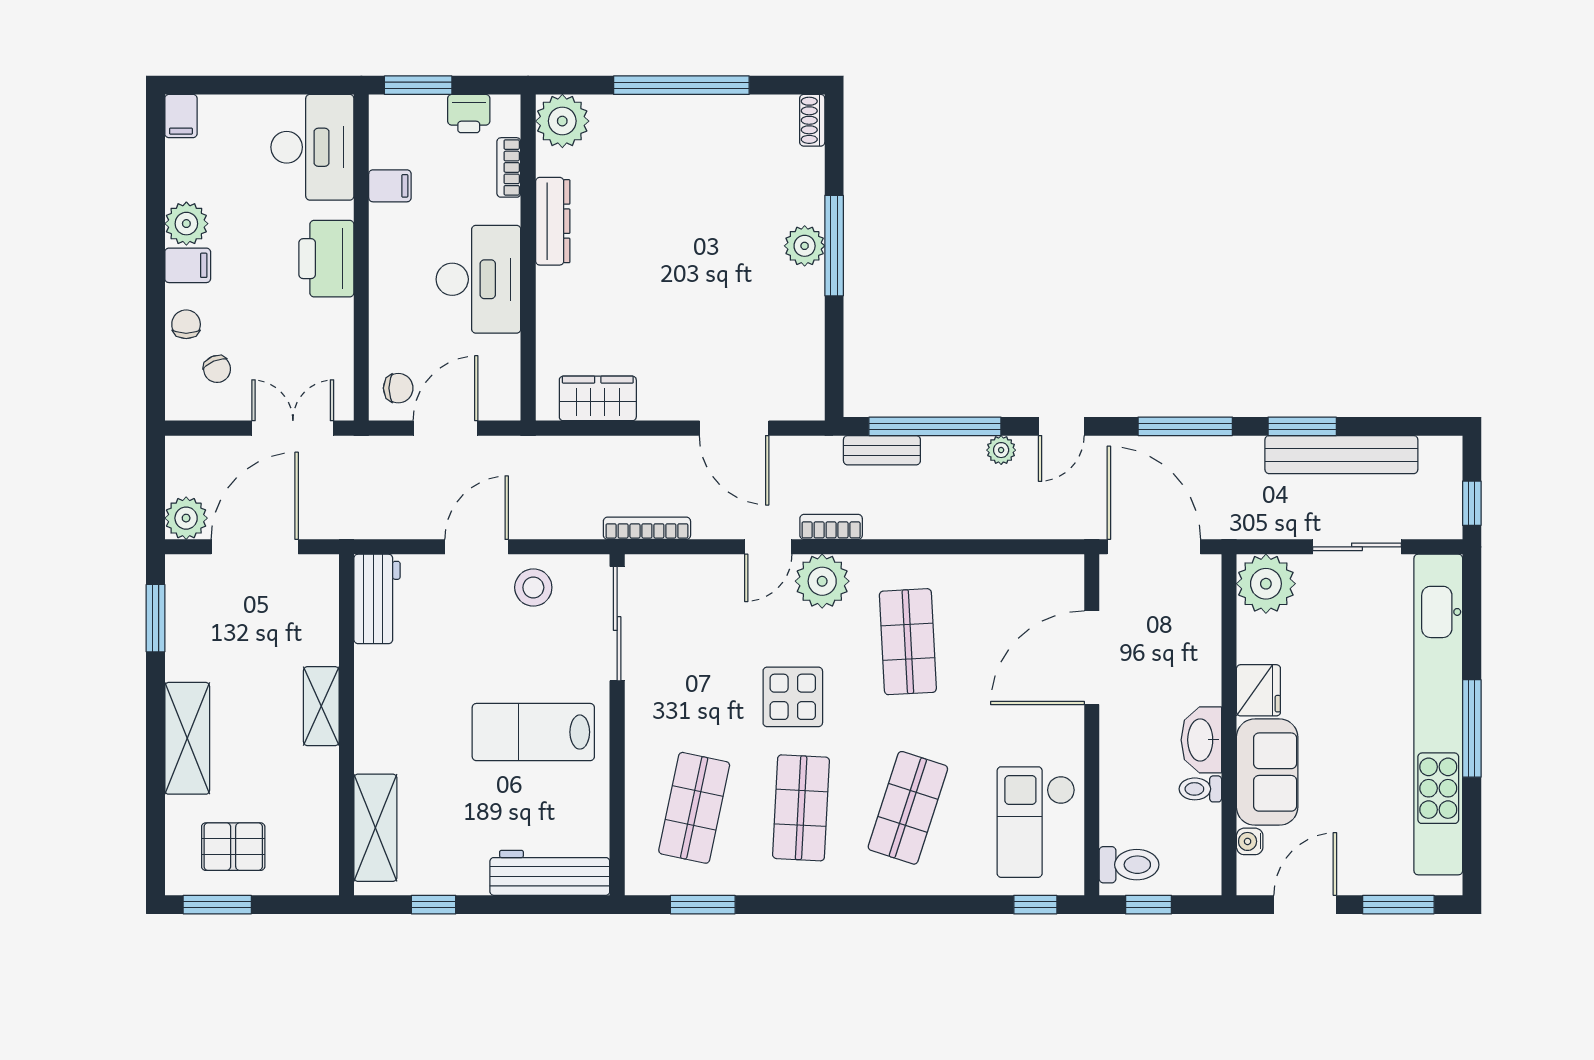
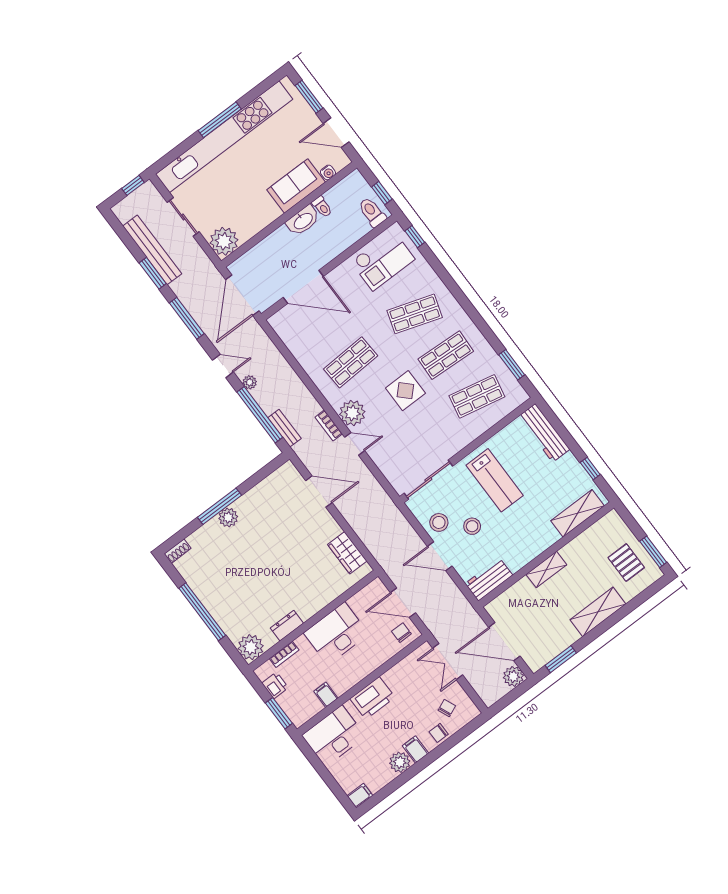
dresser: (553, 221) -> (287, 626), width x0.70
door: (734, 428) -> (319, 492), hinge flipped
bookcase: (647, 528) -> (383, 496), removed
stool: (486, 638) -> (472, 526), added
fridge: (1258, 690) -> (267, 213), removed

